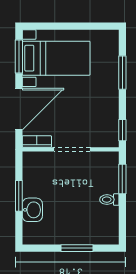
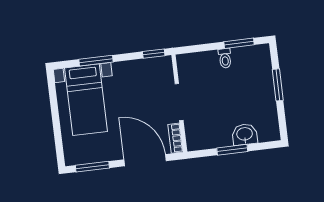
bed with nightstands: (56, 58) -> (86, 100), moved, turned 180
window: (122, 179) -> (239, 43), moved

